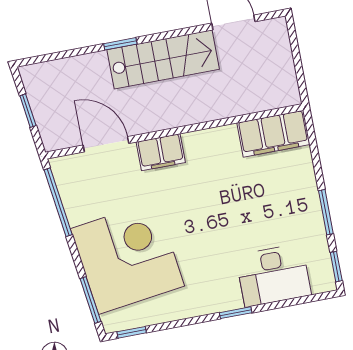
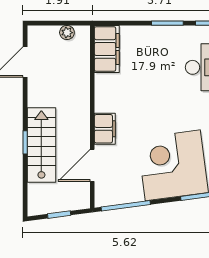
stairs: (163, 59) -> (41, 145), moved
plant: (286, 73) -> (67, 33), added

